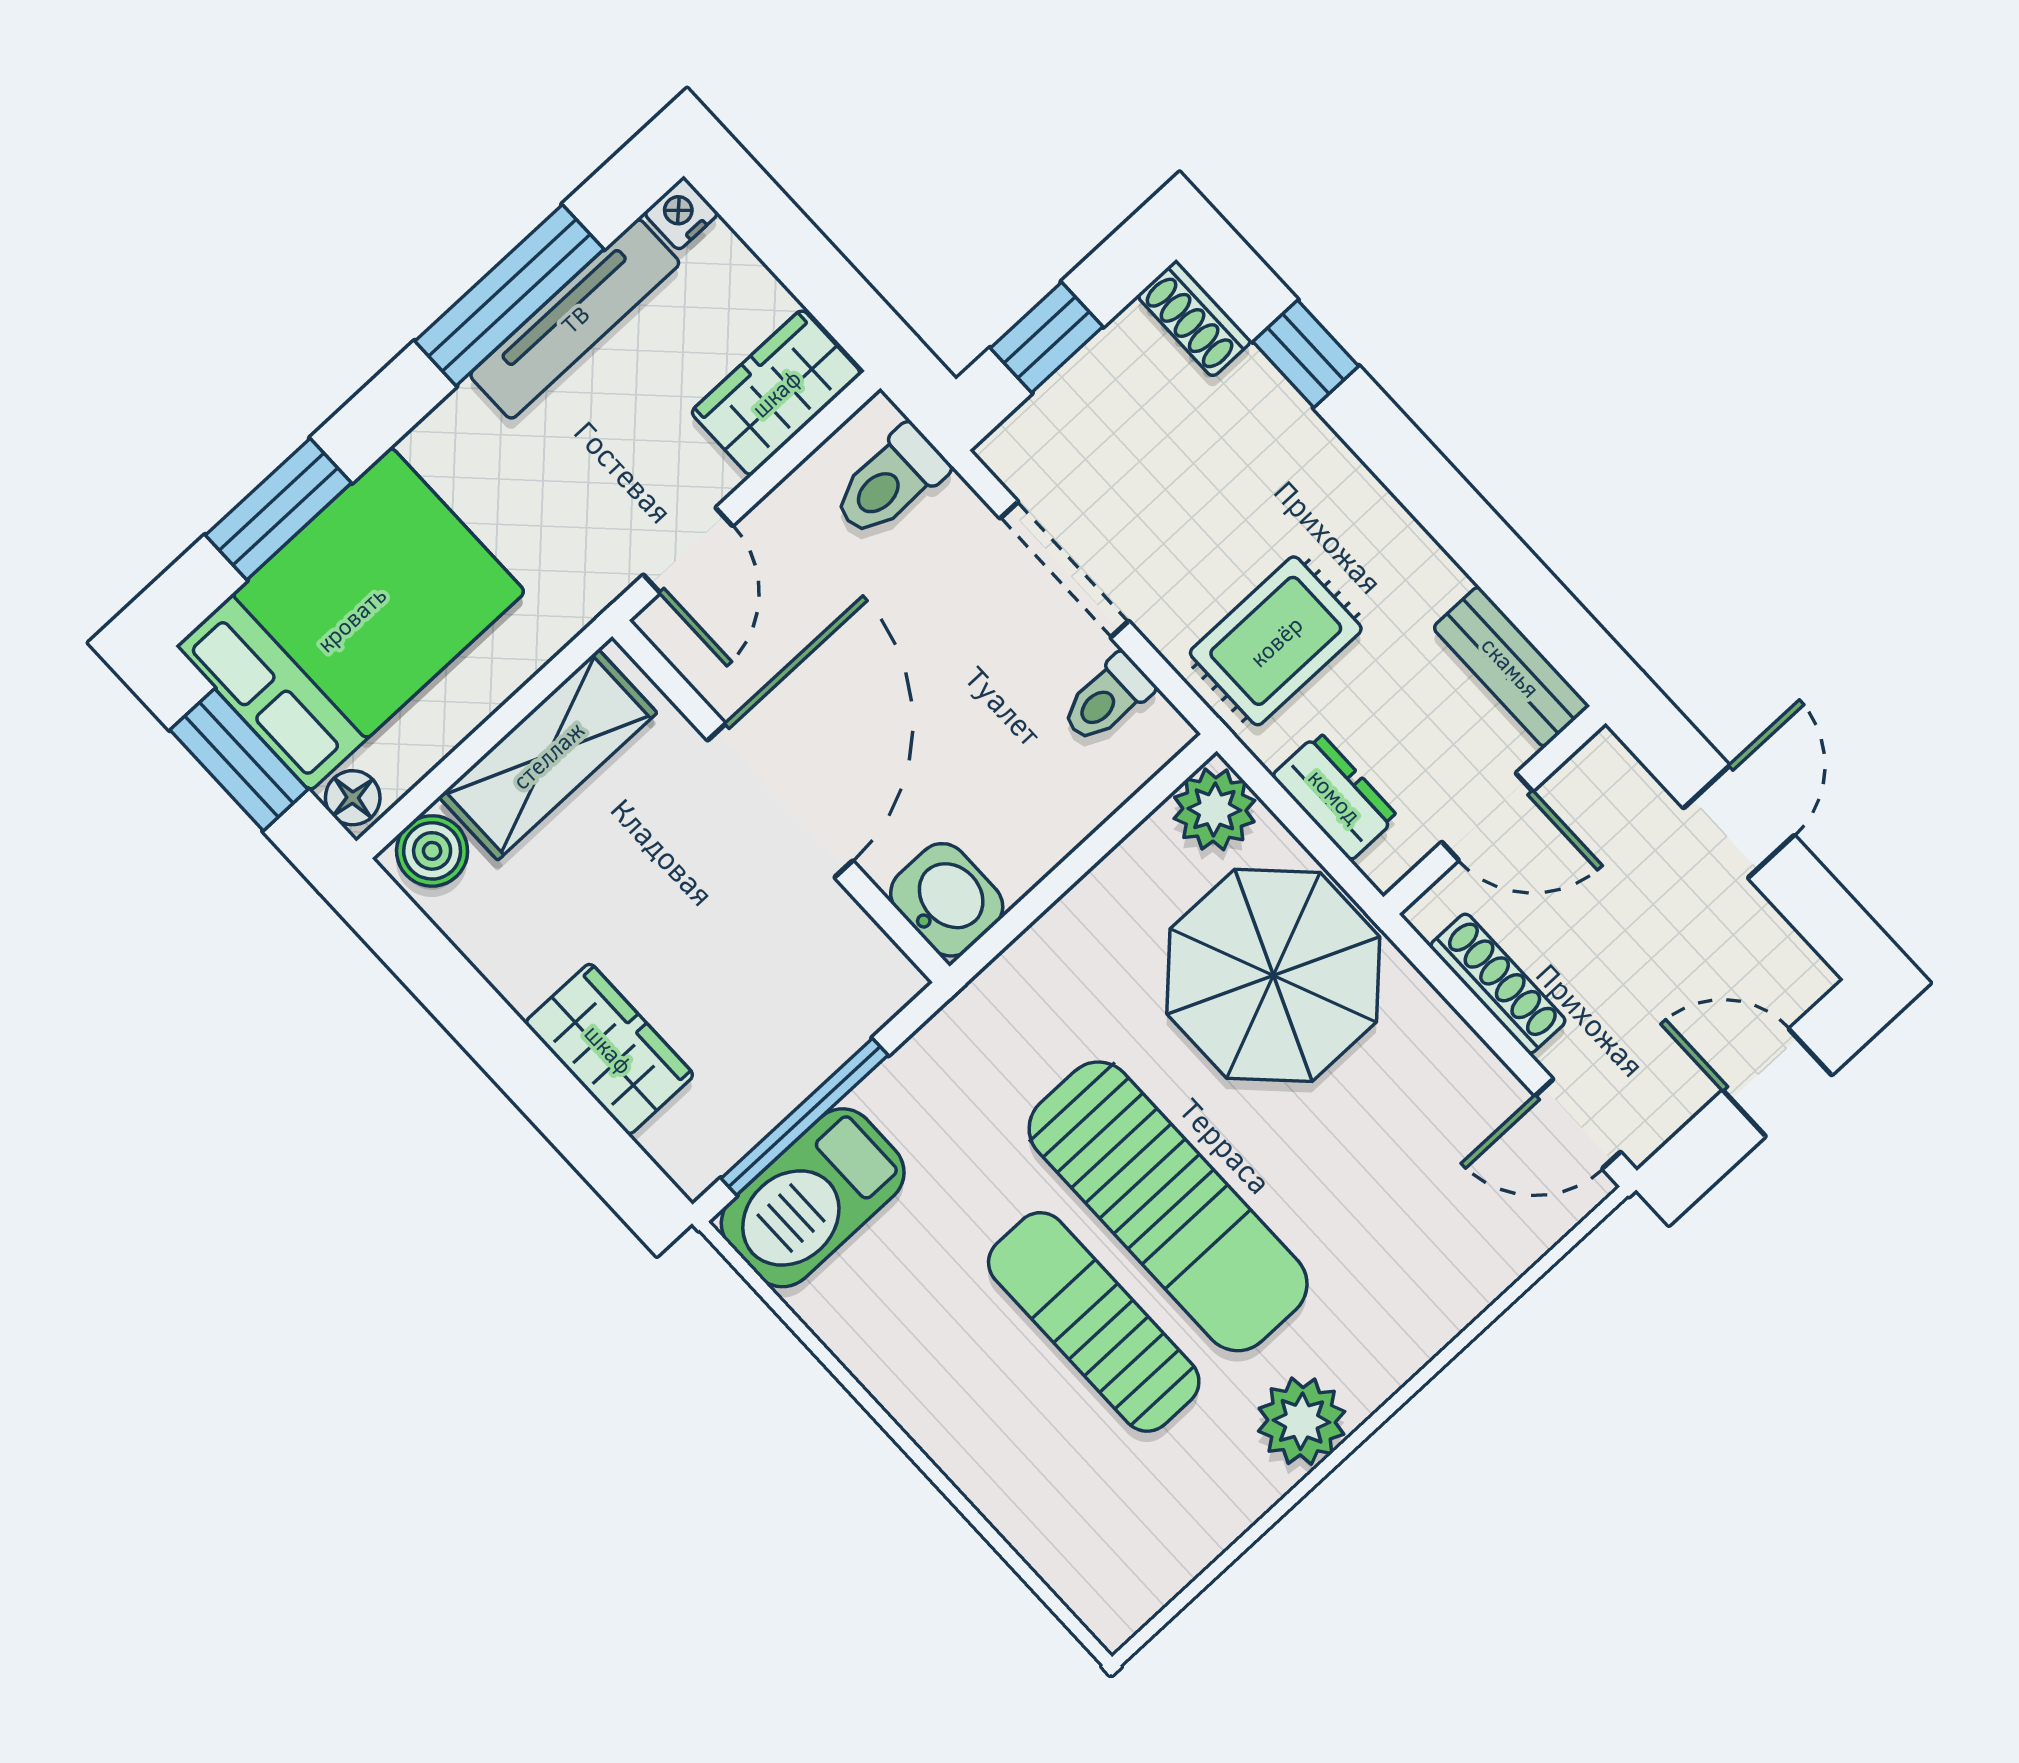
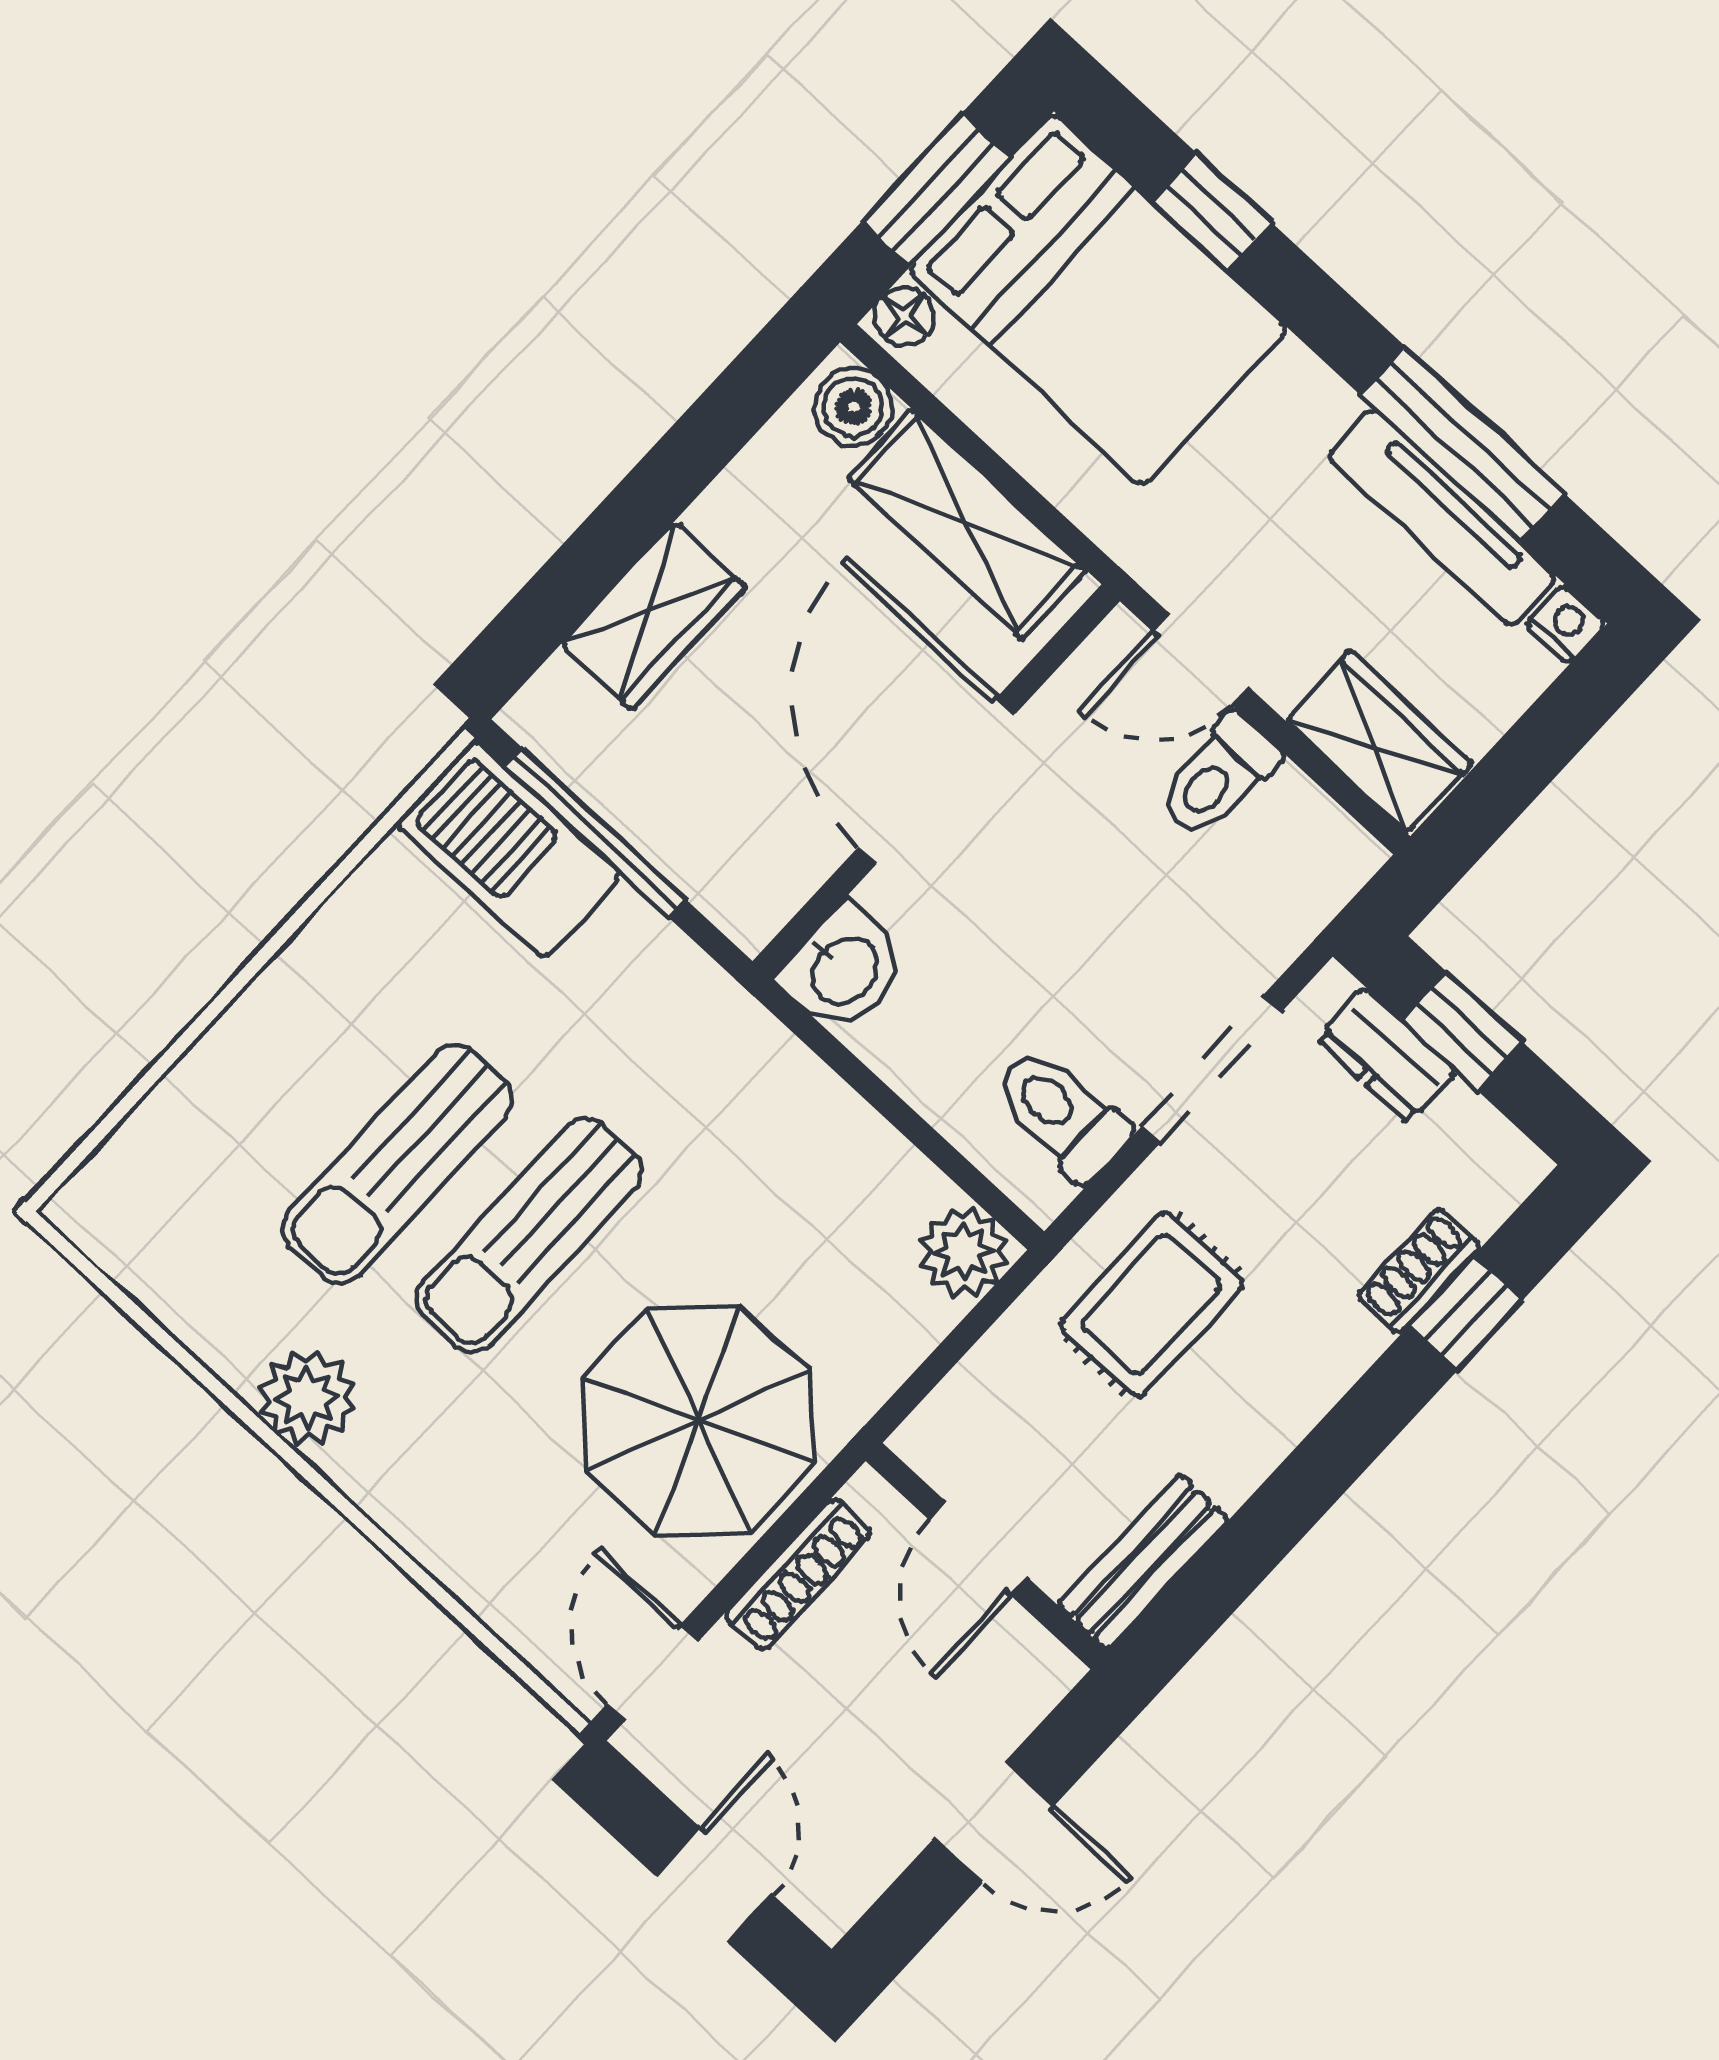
shoe rack: (1194, 319) -> (1419, 1271), moved
toilet: (890, 482) -> (1218, 777), moved, turned -90
window: (278, 509) -> (1211, 212), width x0.67
rug: (1276, 641) -> (1152, 1305), turned 90
toilet: (1107, 699) -> (1061, 1114), width x1.37, depth x1.39
dresser: (1335, 796) -> (1387, 1055), moved, turned 90
door: (780, 801) -> (937, 780), swing flipped
parasol: (1273, 975) -> (698, 1420), moved
sun lounger: (1168, 1206) -> (529, 1235), width x0.73, depth x0.75
sun lounger: (1094, 1322) -> (398, 1164), turned 180

